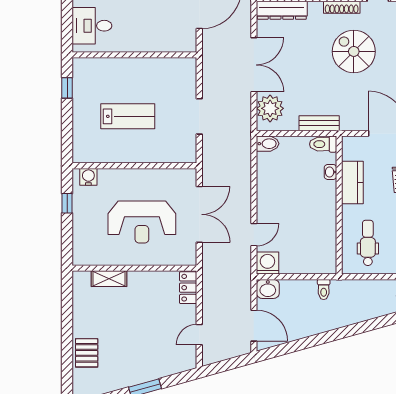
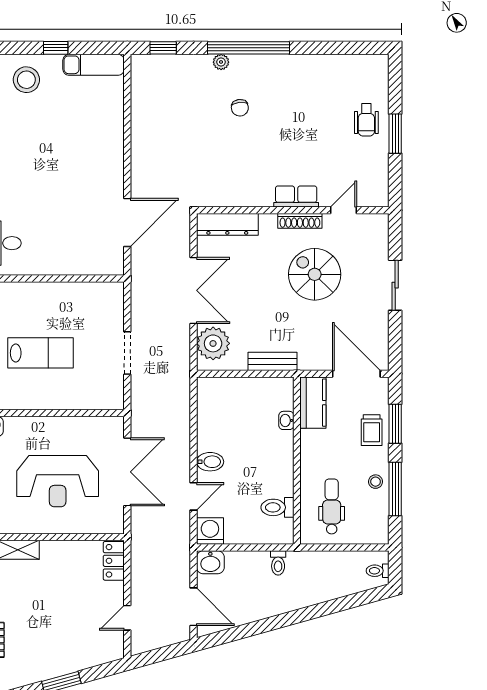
bidet: (268, 144) -> (210, 462), moved
toilet: (323, 144) -> (277, 507), moved
kitchen counter: (352, 183) -> (313, 403), moved

